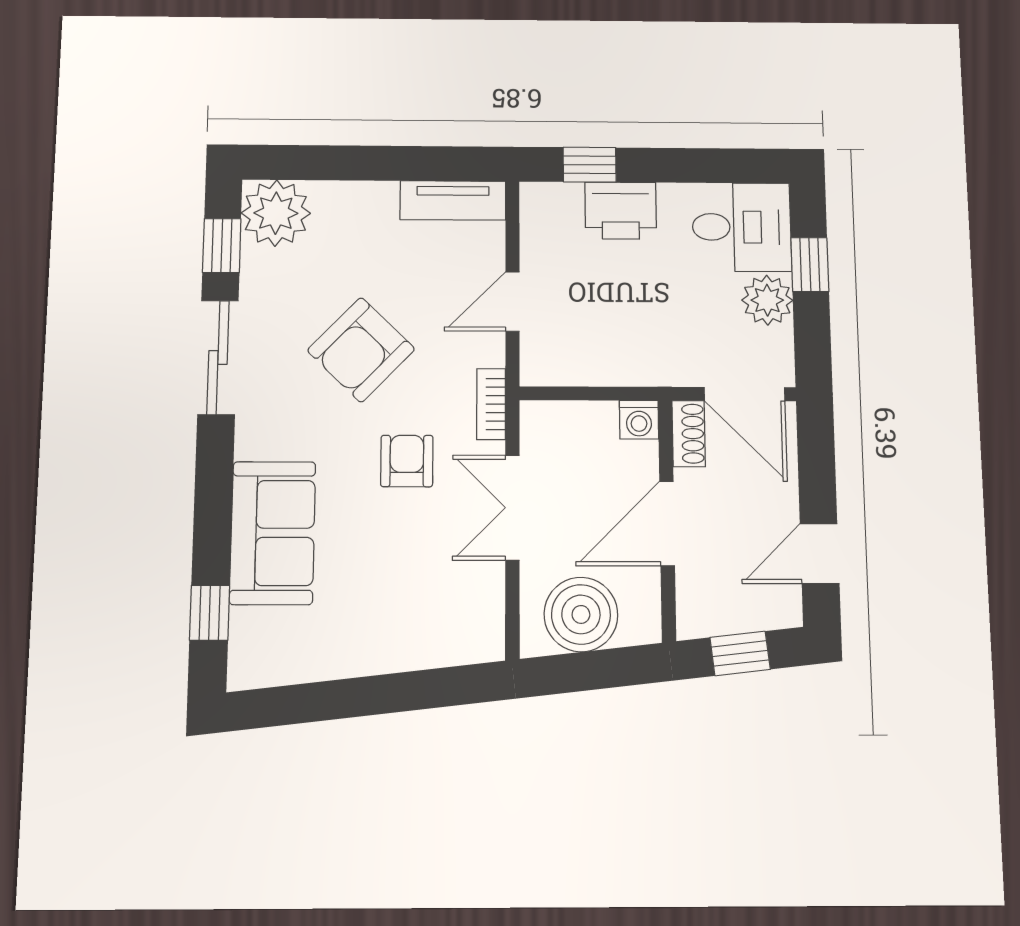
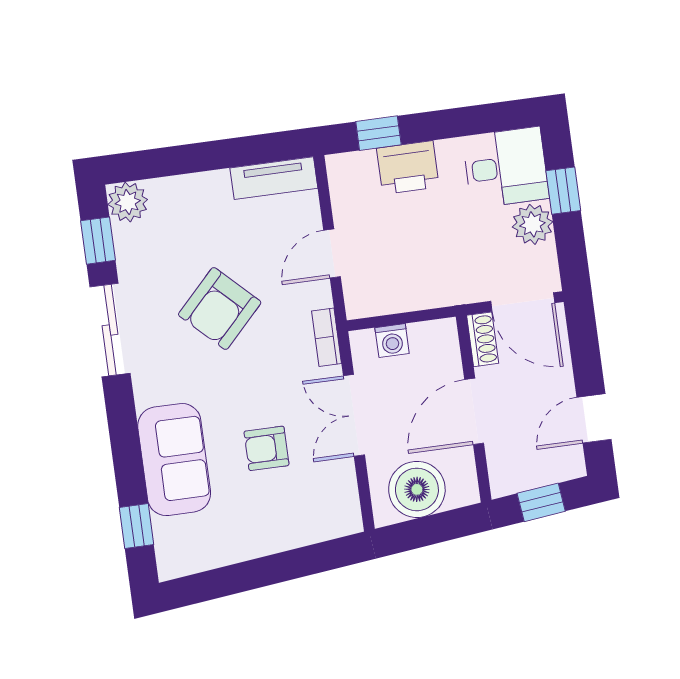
plant: (276, 213) -> (128, 202), width x0.73, depth x0.73
washing machine: (639, 420) -> (392, 341), moved
armchair: (407, 461) -> (266, 448), moved, turned -90

